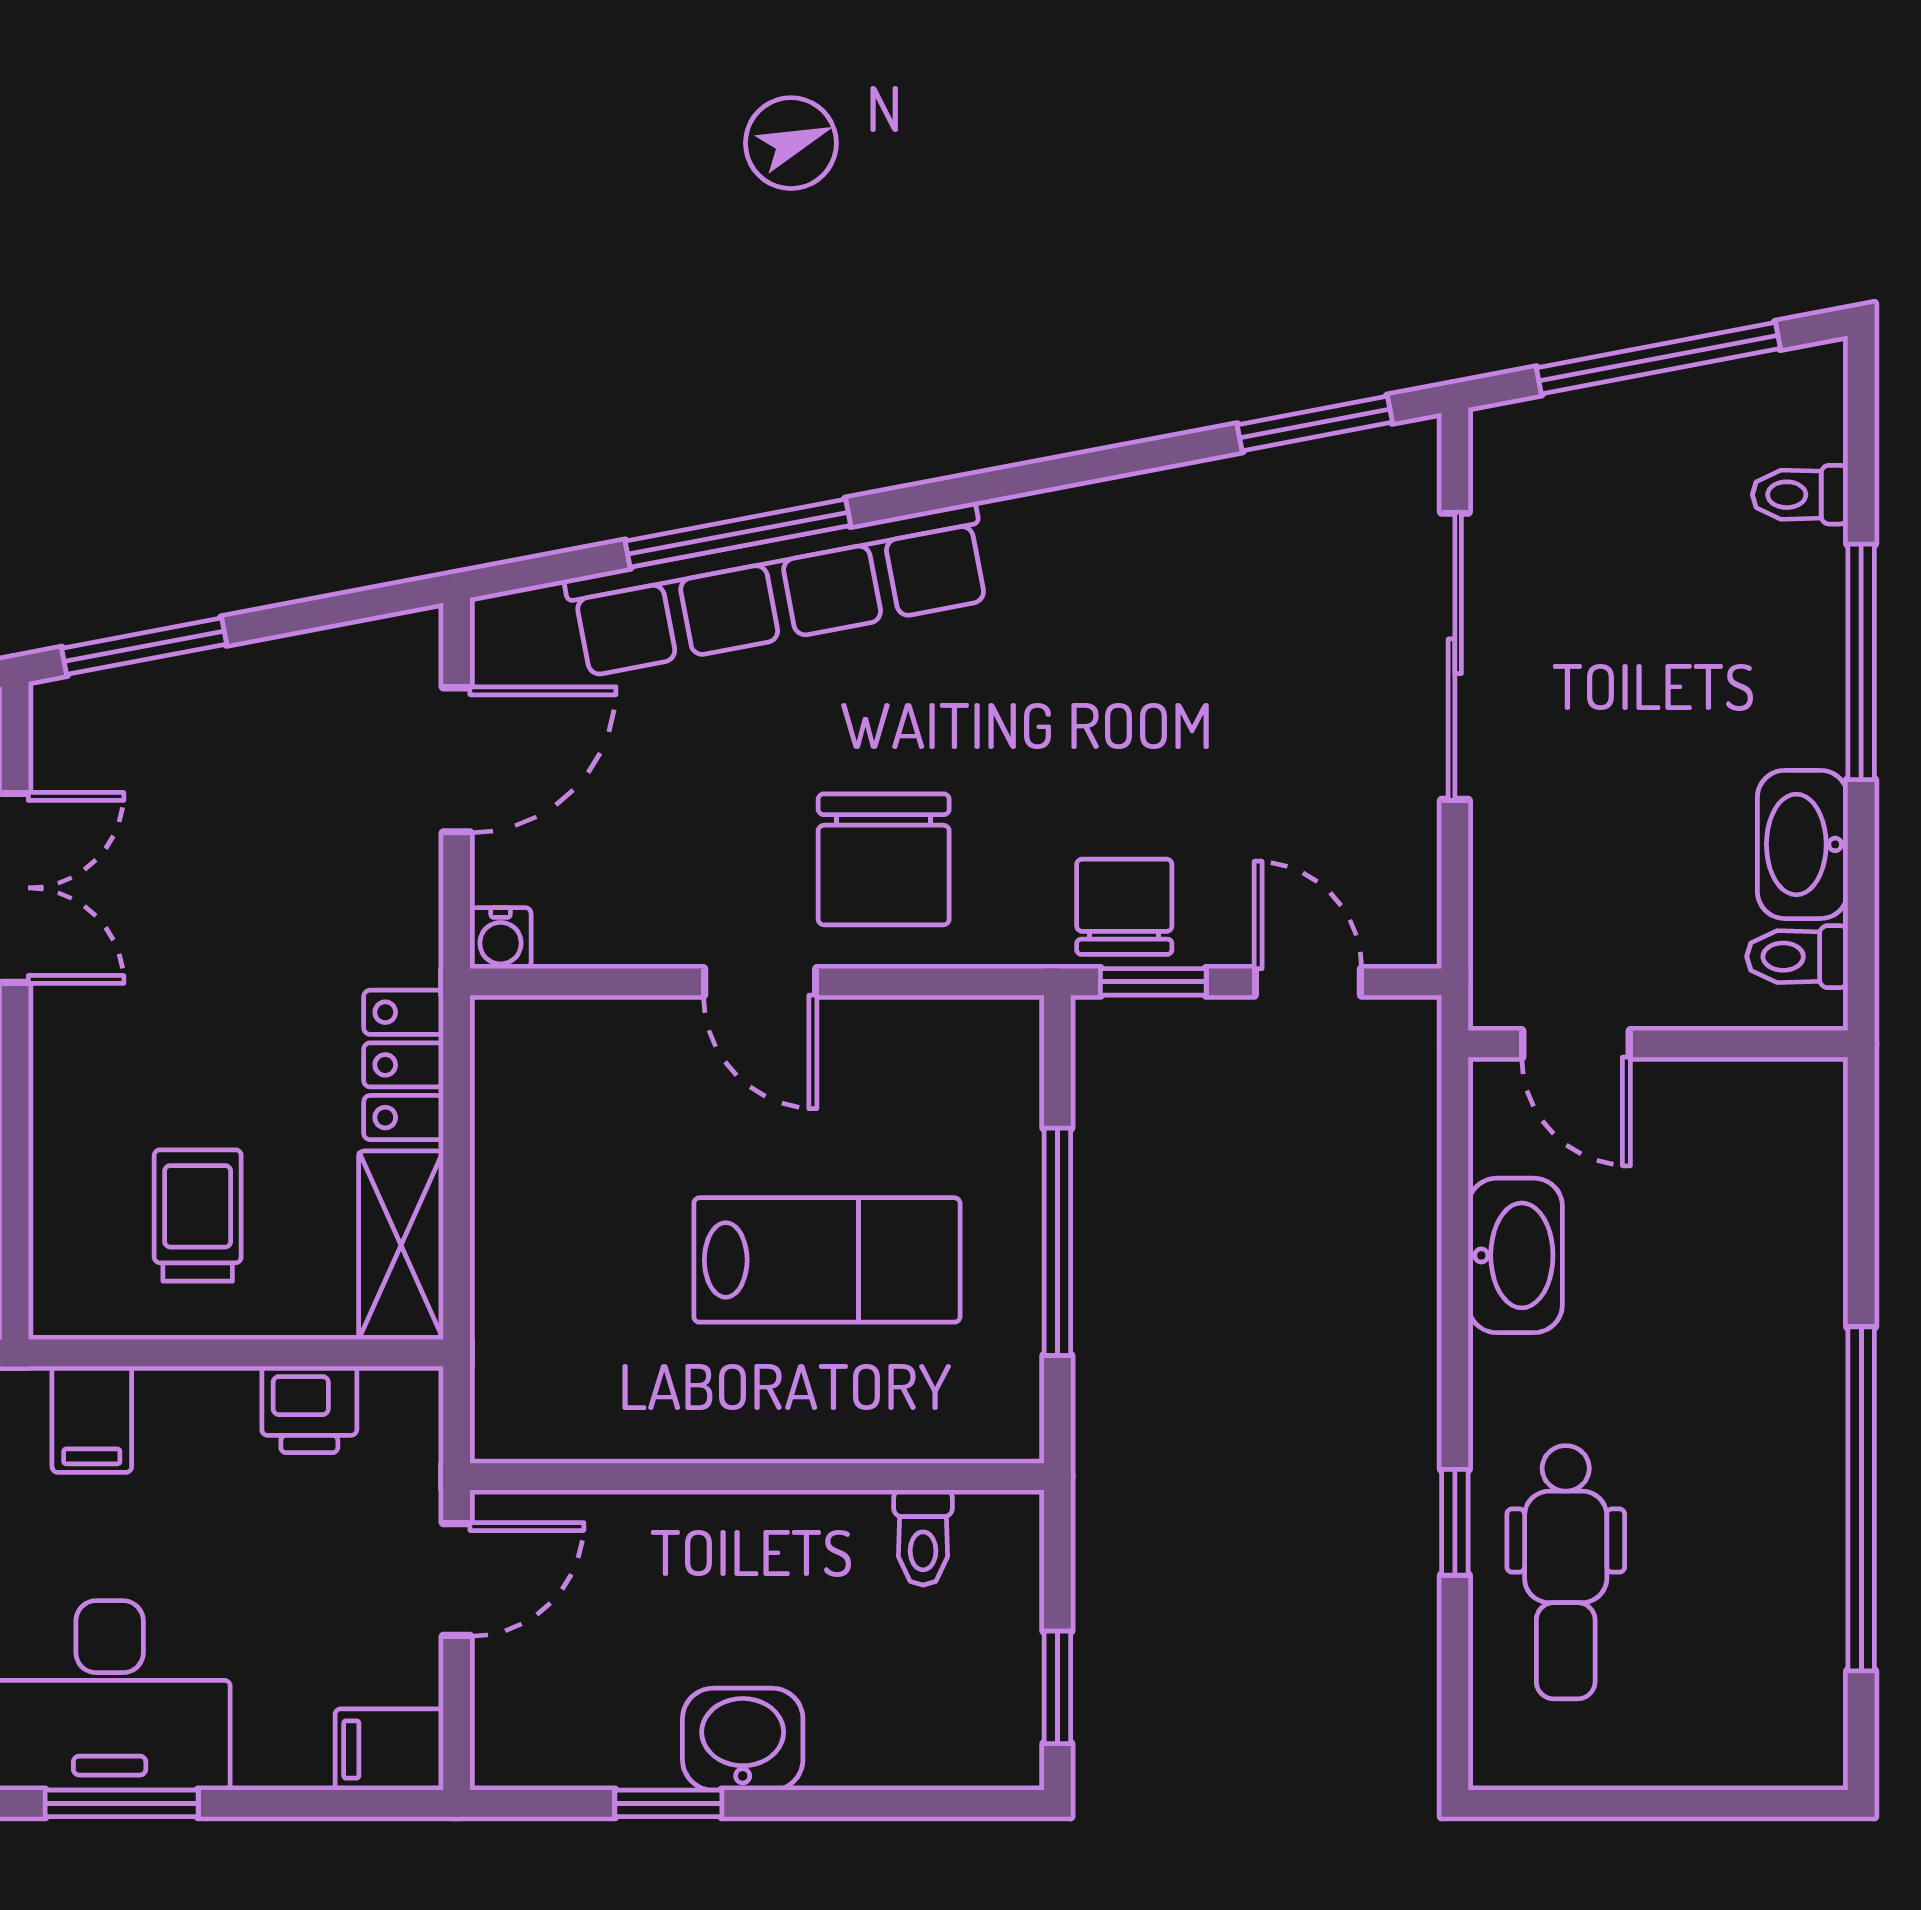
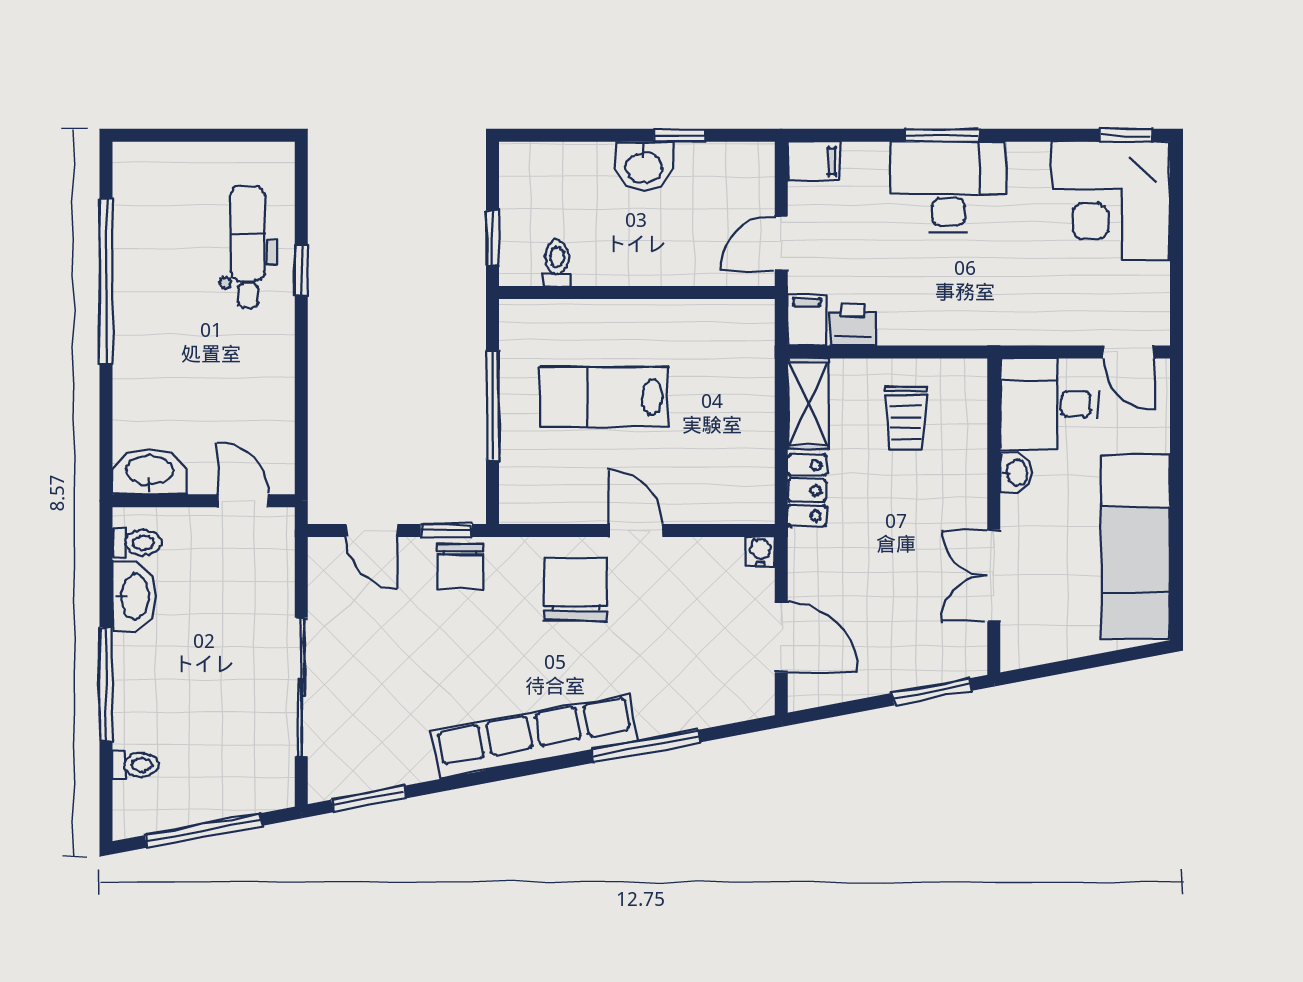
row of seats: (779, 590) -> (535, 737), moved
door: (457, 760) -> (781, 637), swing flipped
washbasin: (1515, 1255) -> (149, 472), moved, turned 90
filing cabinet: (92, 1419) -> (807, 320), moved
window: (1057, 1687) -> (492, 238), moved

